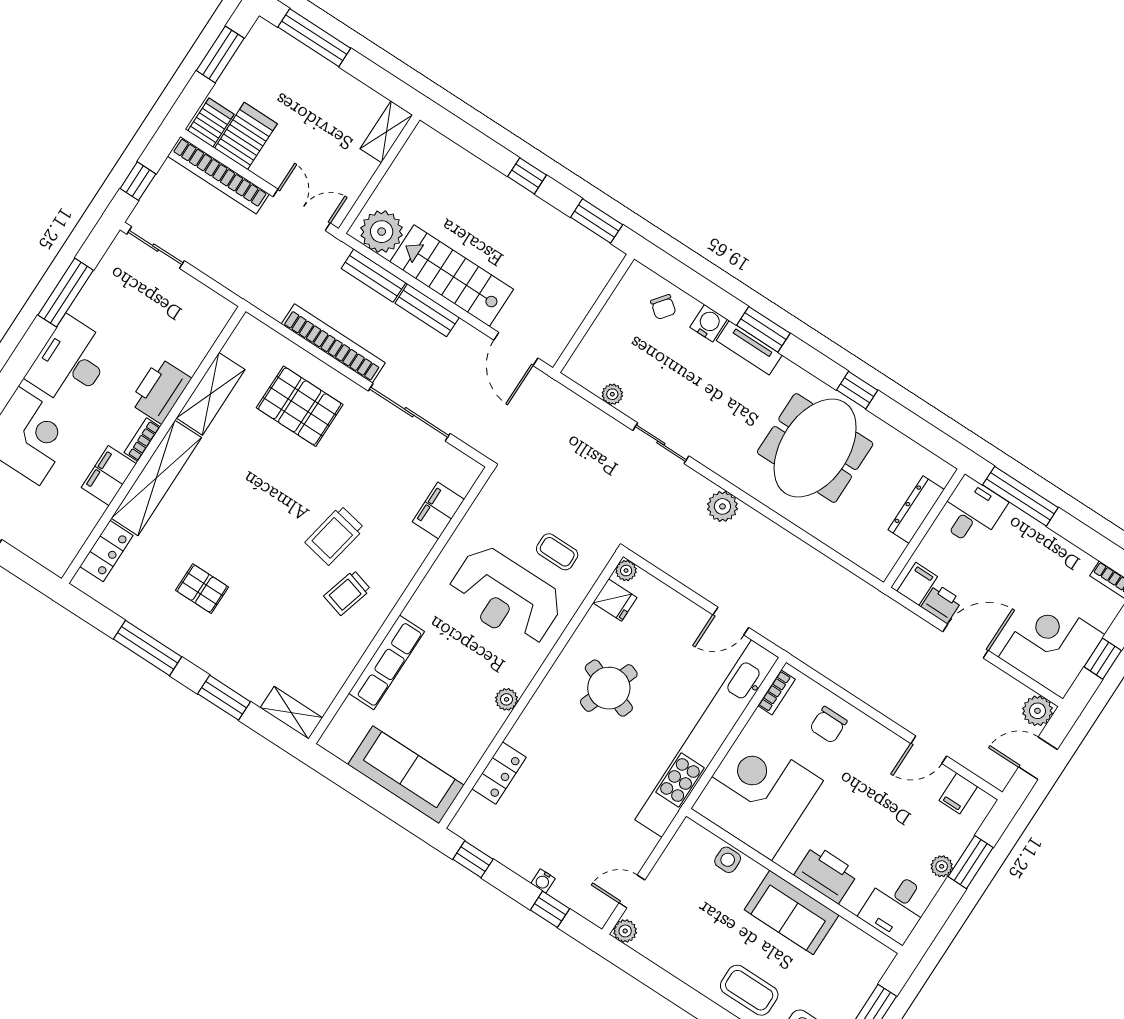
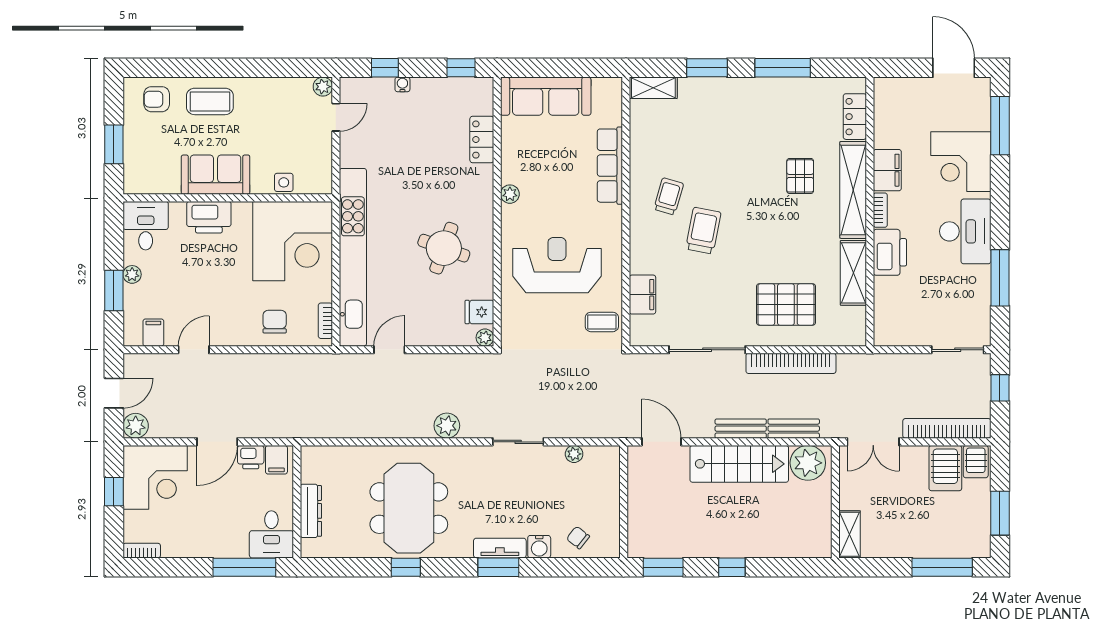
coffee table: (557, 552) -> (602, 322), moved
pallet: (202, 589) -> (800, 176), moved, turned 90

